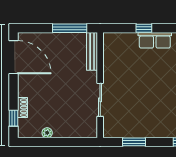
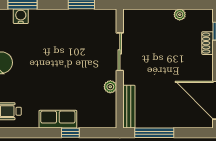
plant: (108, 69) -> (110, 87), added

